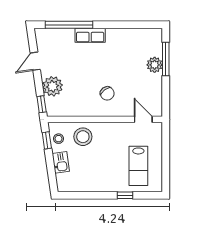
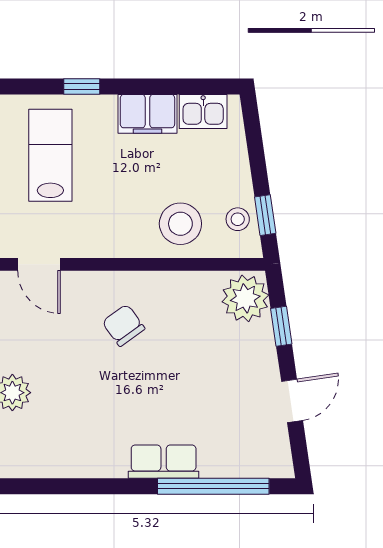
plant: (53, 86) -> (245, 298), moved
window: (42, 104) -> (281, 326), moved
kitchen sink: (61, 162) -> (203, 111), moved, turned -82
filing cabinet: (97, 184) -> (147, 114), added

